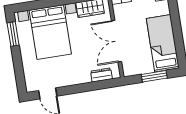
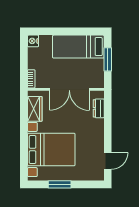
window: (13, 34) -> (60, 184), moved

